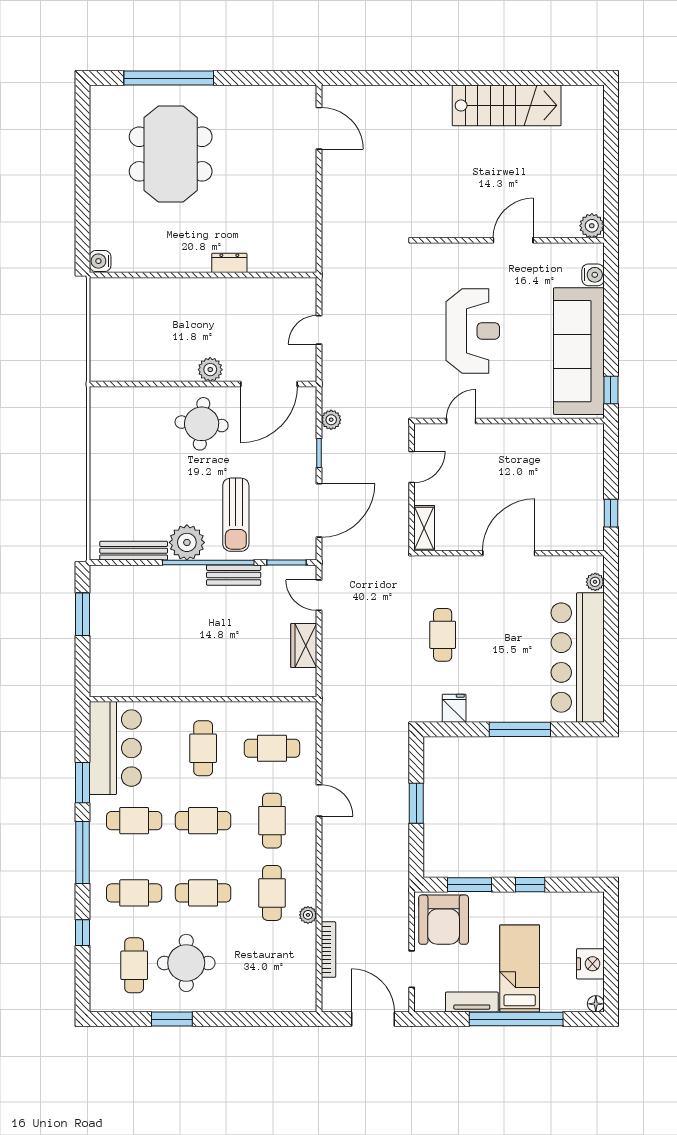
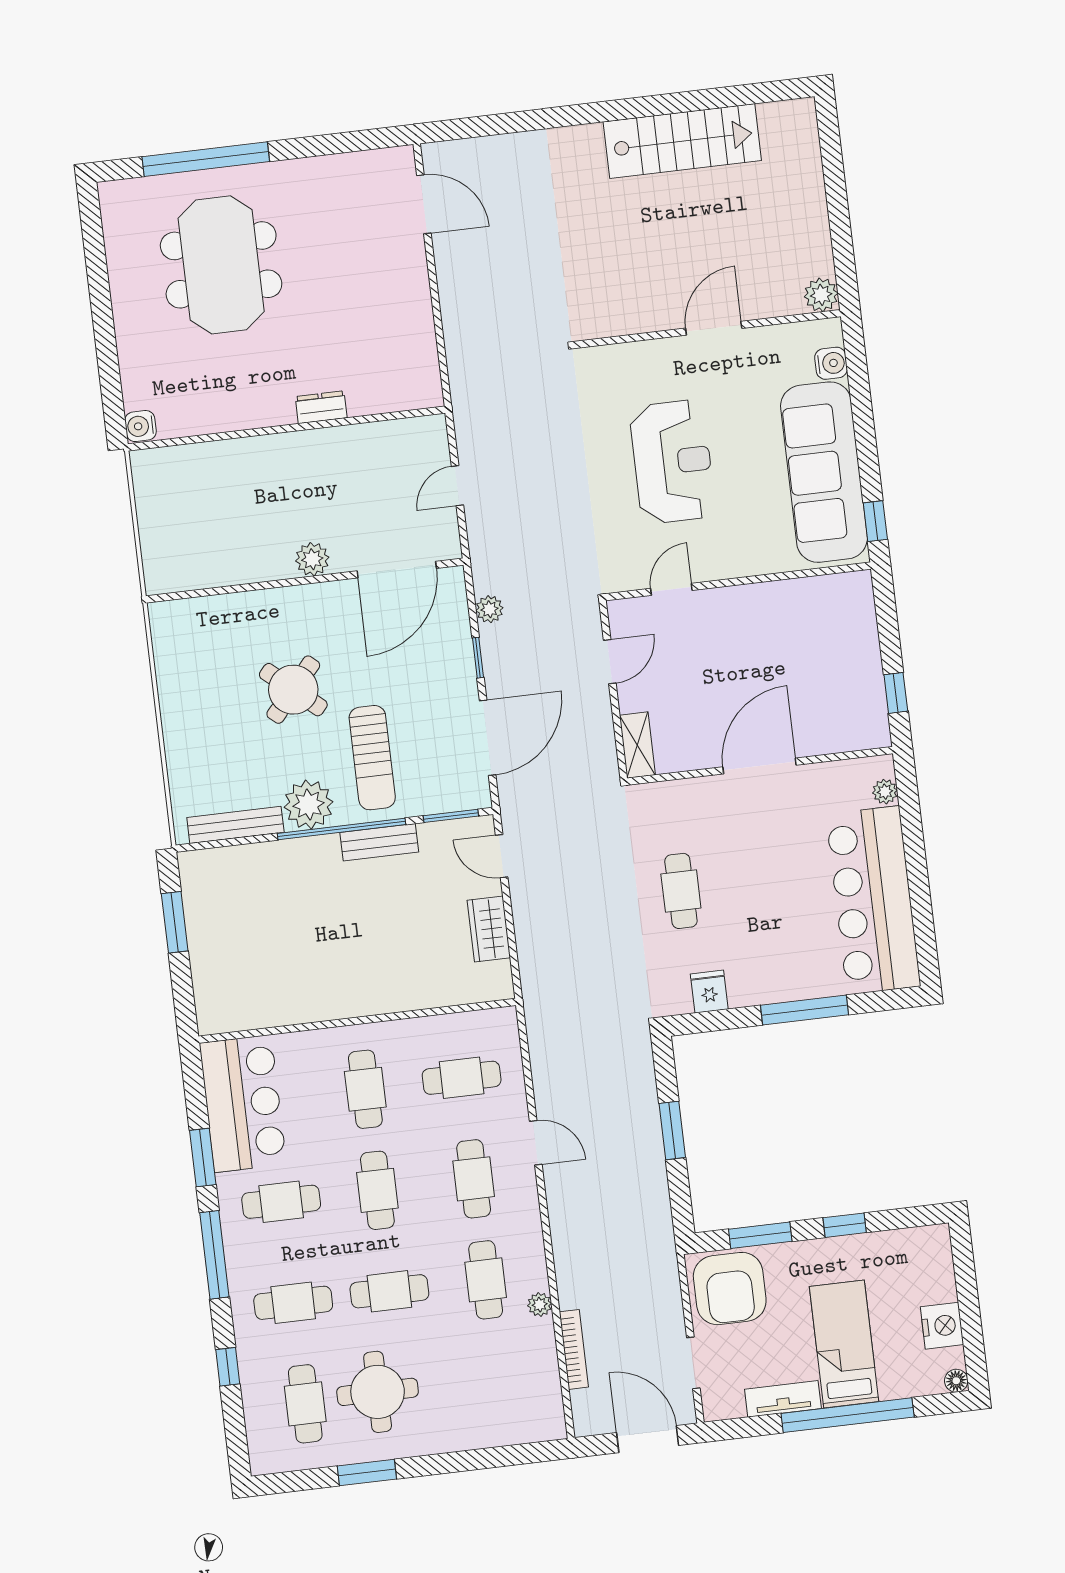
round table: (202, 424) -> (293, 690), moved, turned 36
cafe table: (203, 821) -> (377, 1190), turned 90

